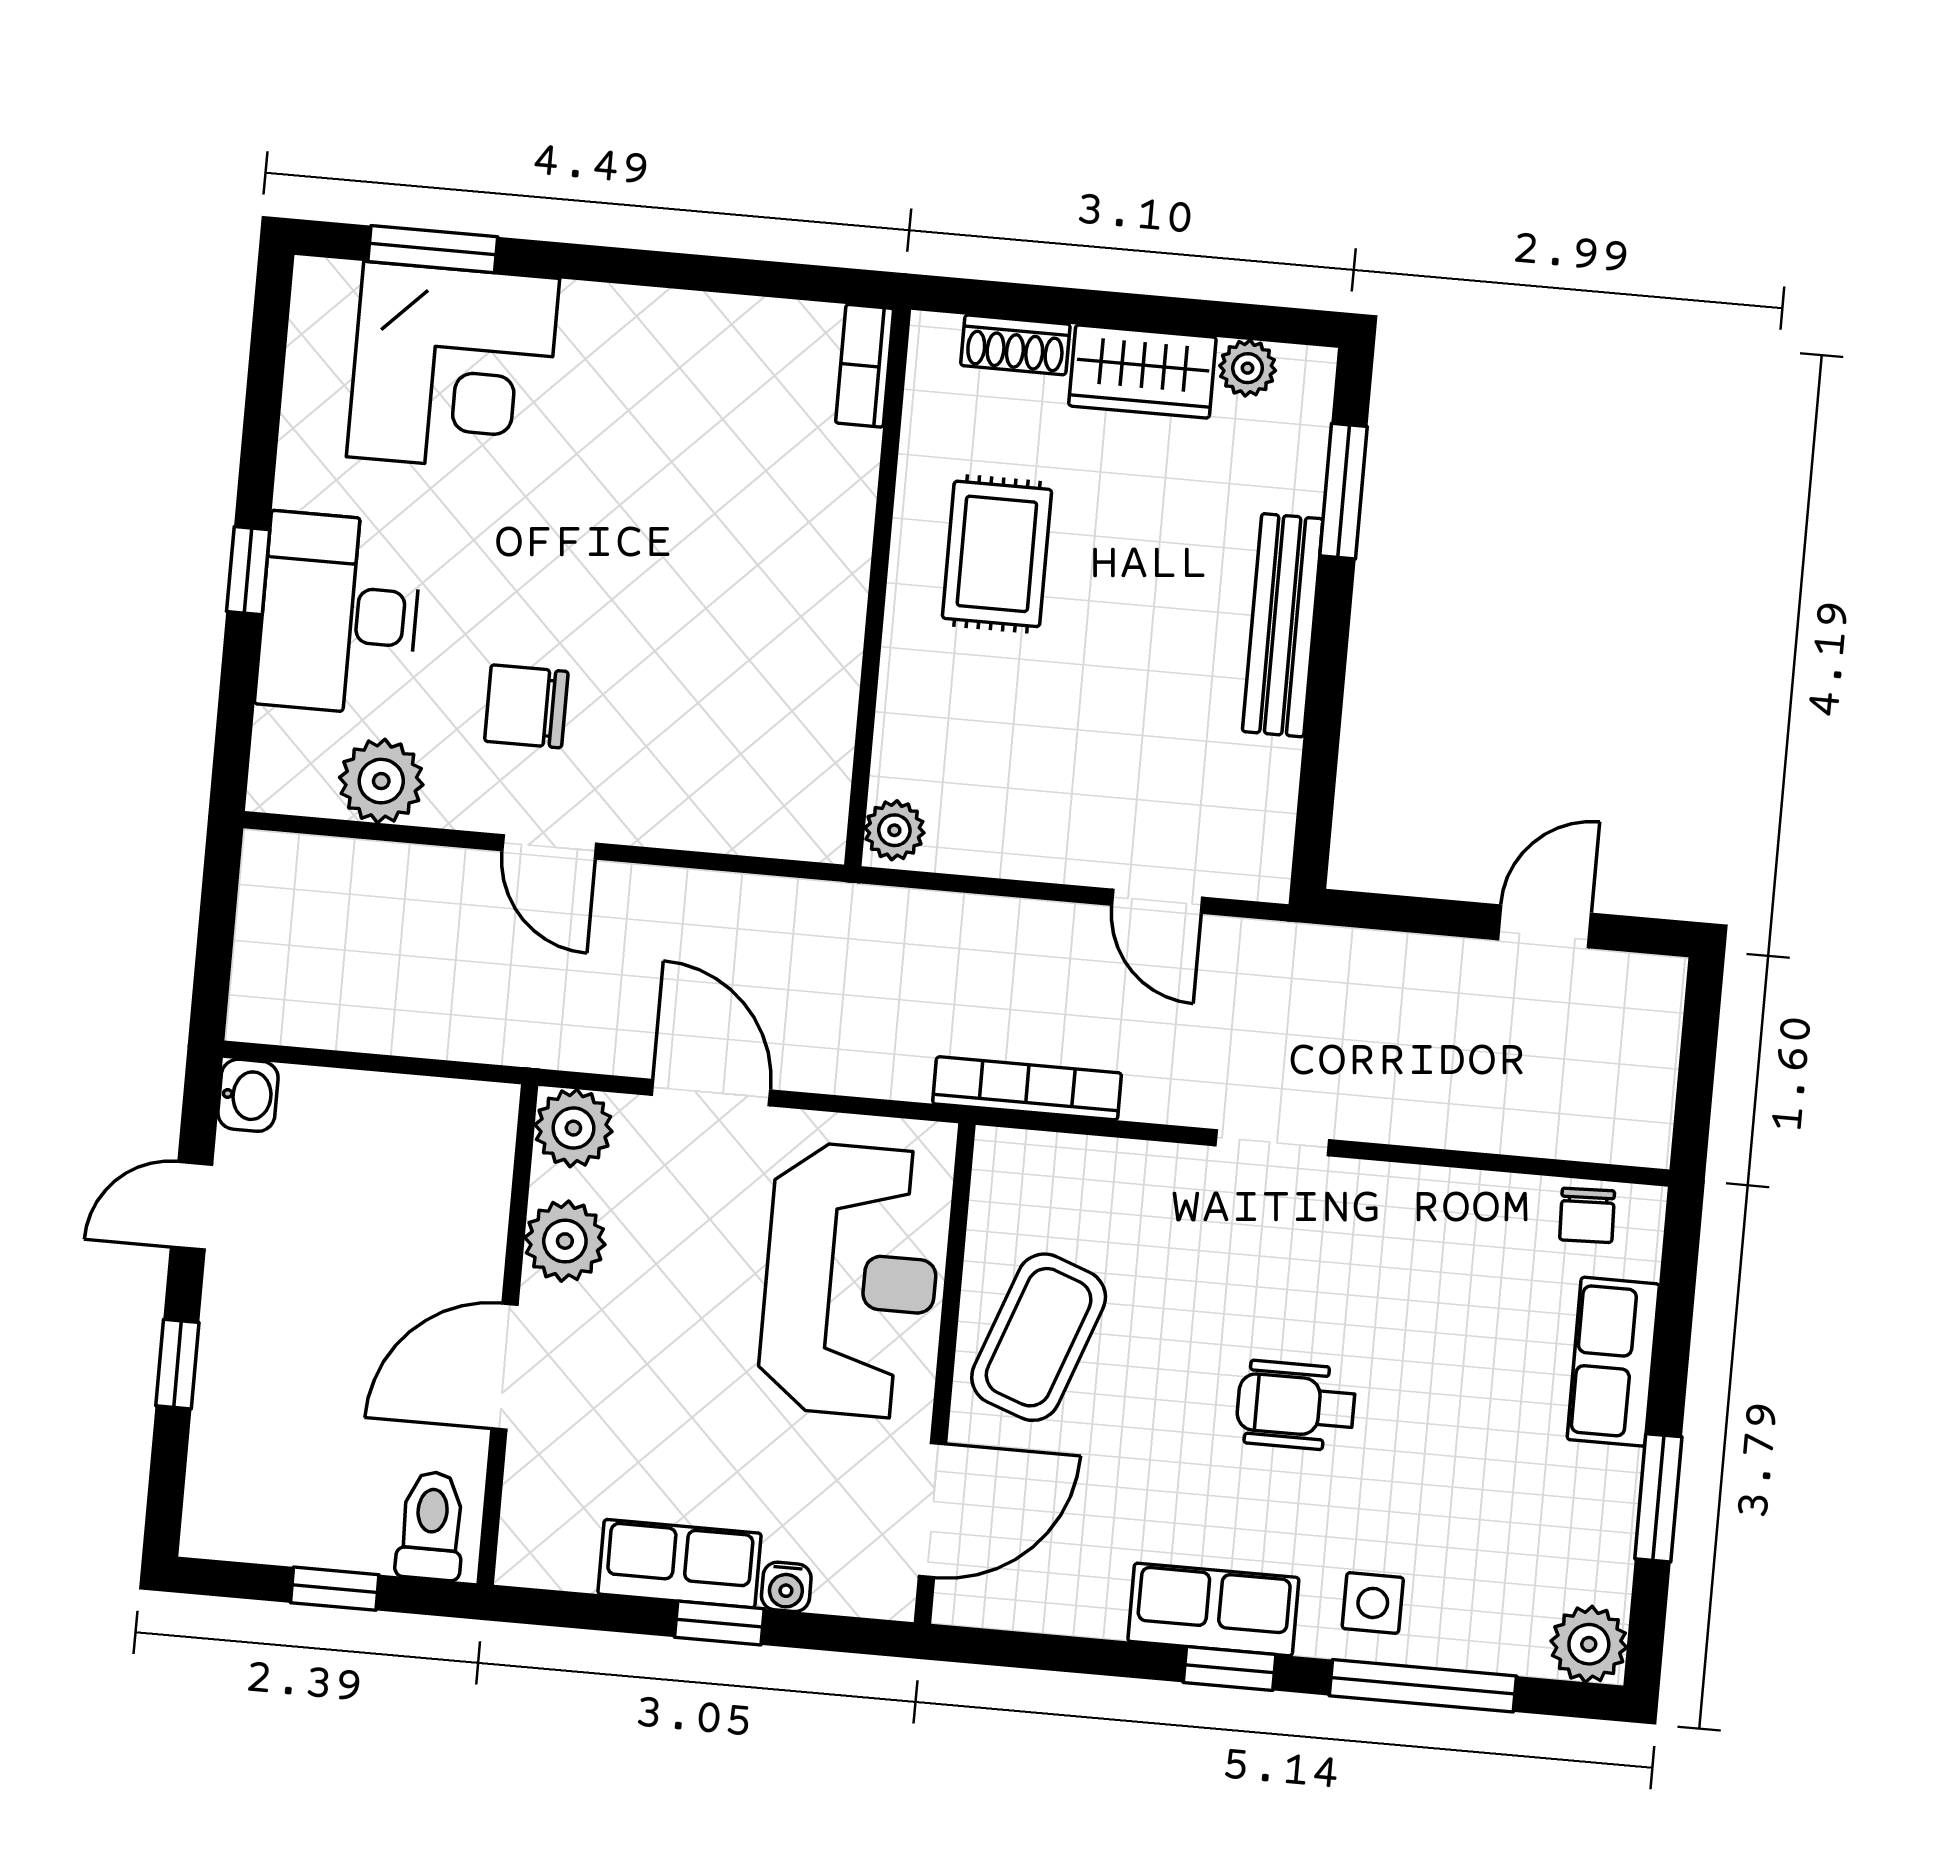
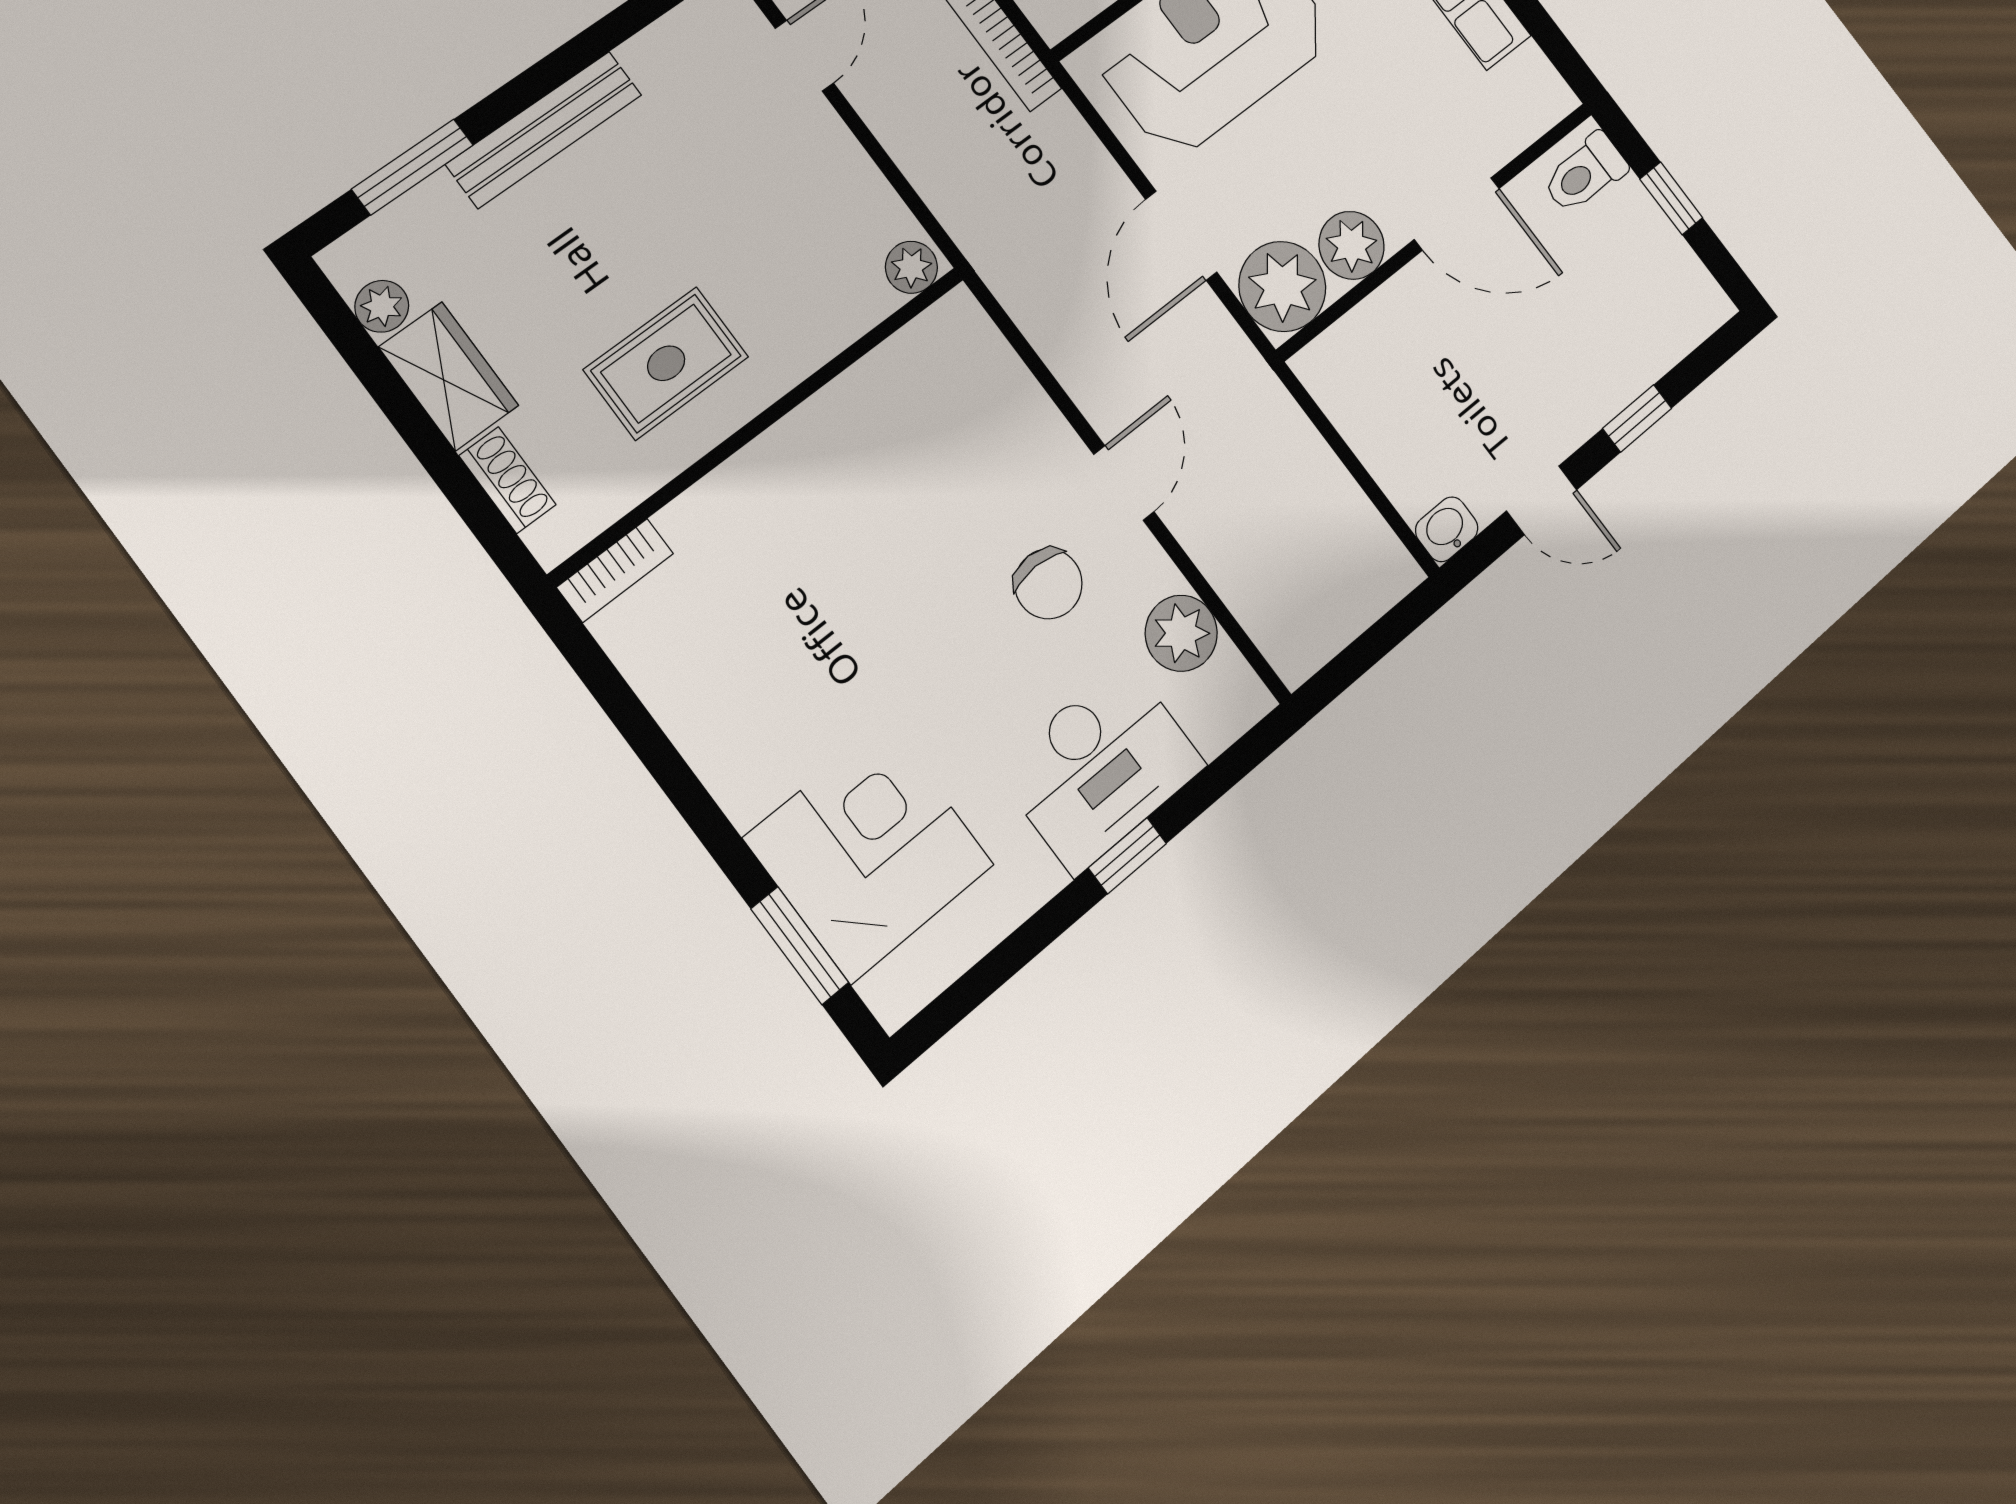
plant: (573, 1128) -> (1282, 286), width x1.36, depth x1.36

